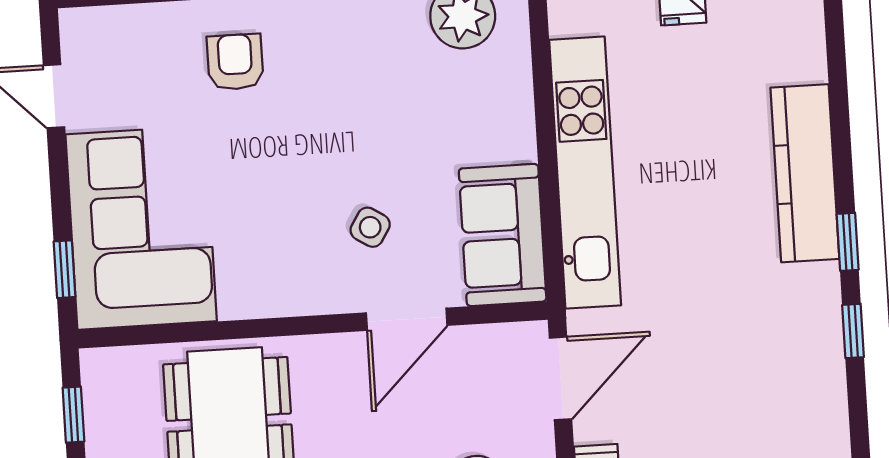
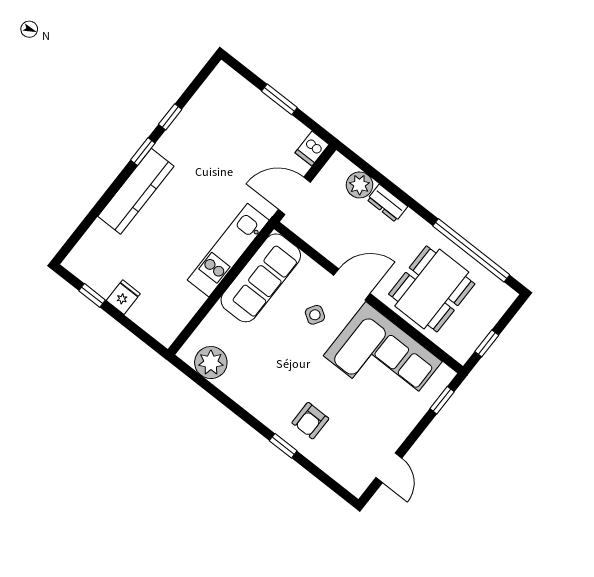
kitchen unit: (585, 173) -> (228, 250), width x0.73
corner sofa: (141, 228) -> (383, 359), moved, turned -90
sofa: (503, 235) -> (261, 278), width x1.36
door: (407, 319) -> (352, 284), moved

